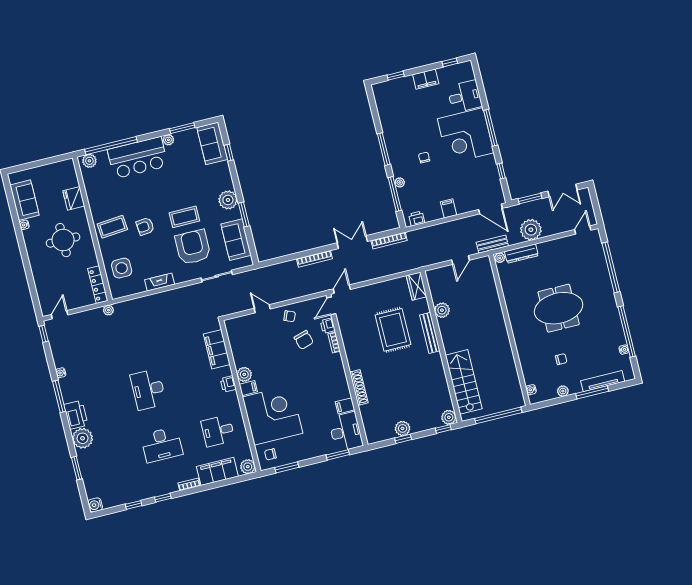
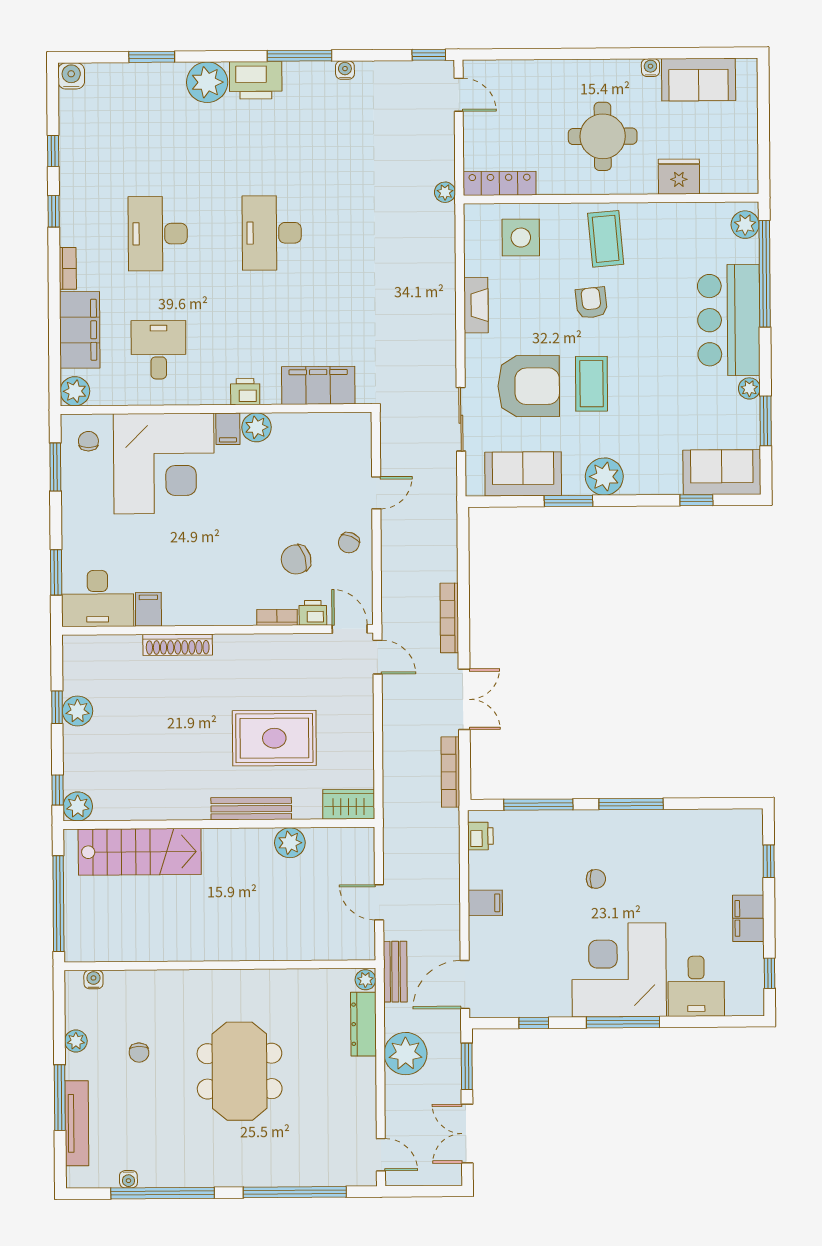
plant: (400, 182) -> (559, 820), removed
desk: (148, 389) -> (272, 233), turned -90

